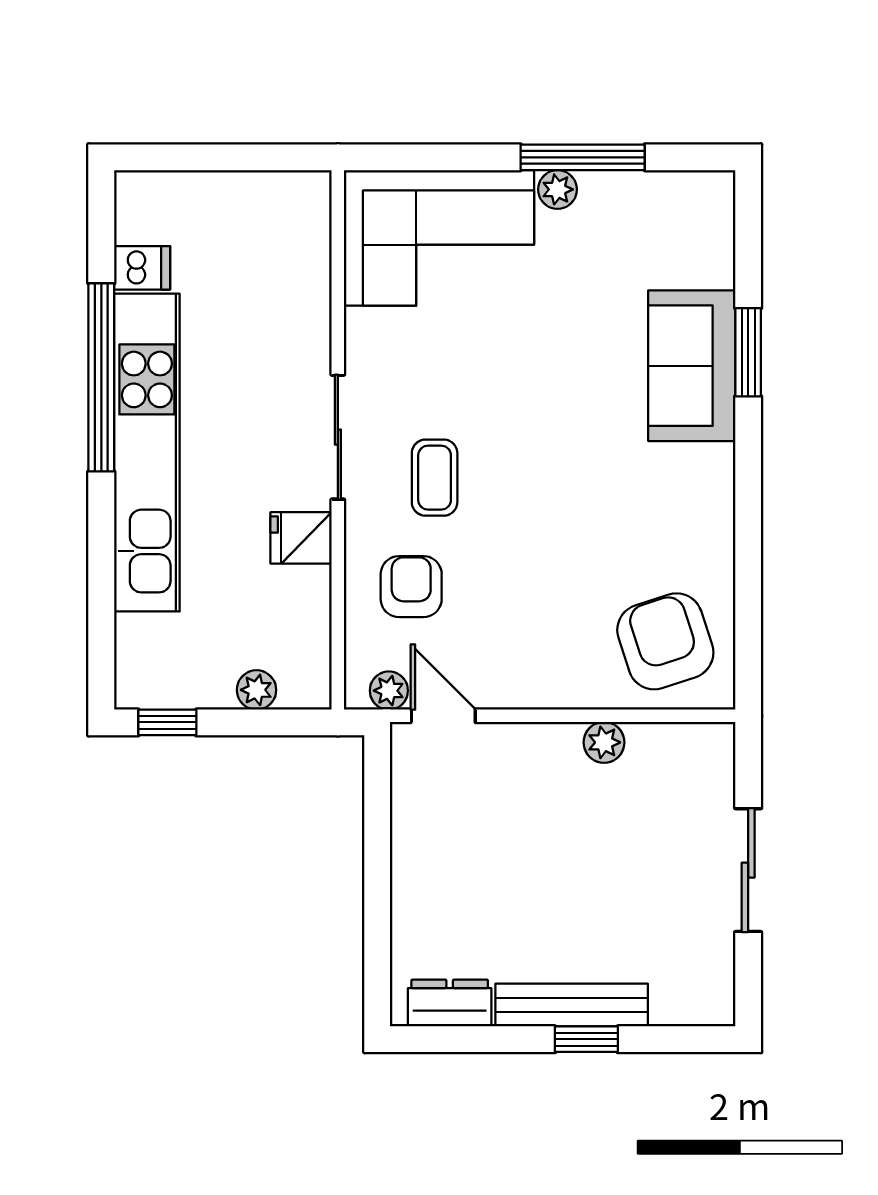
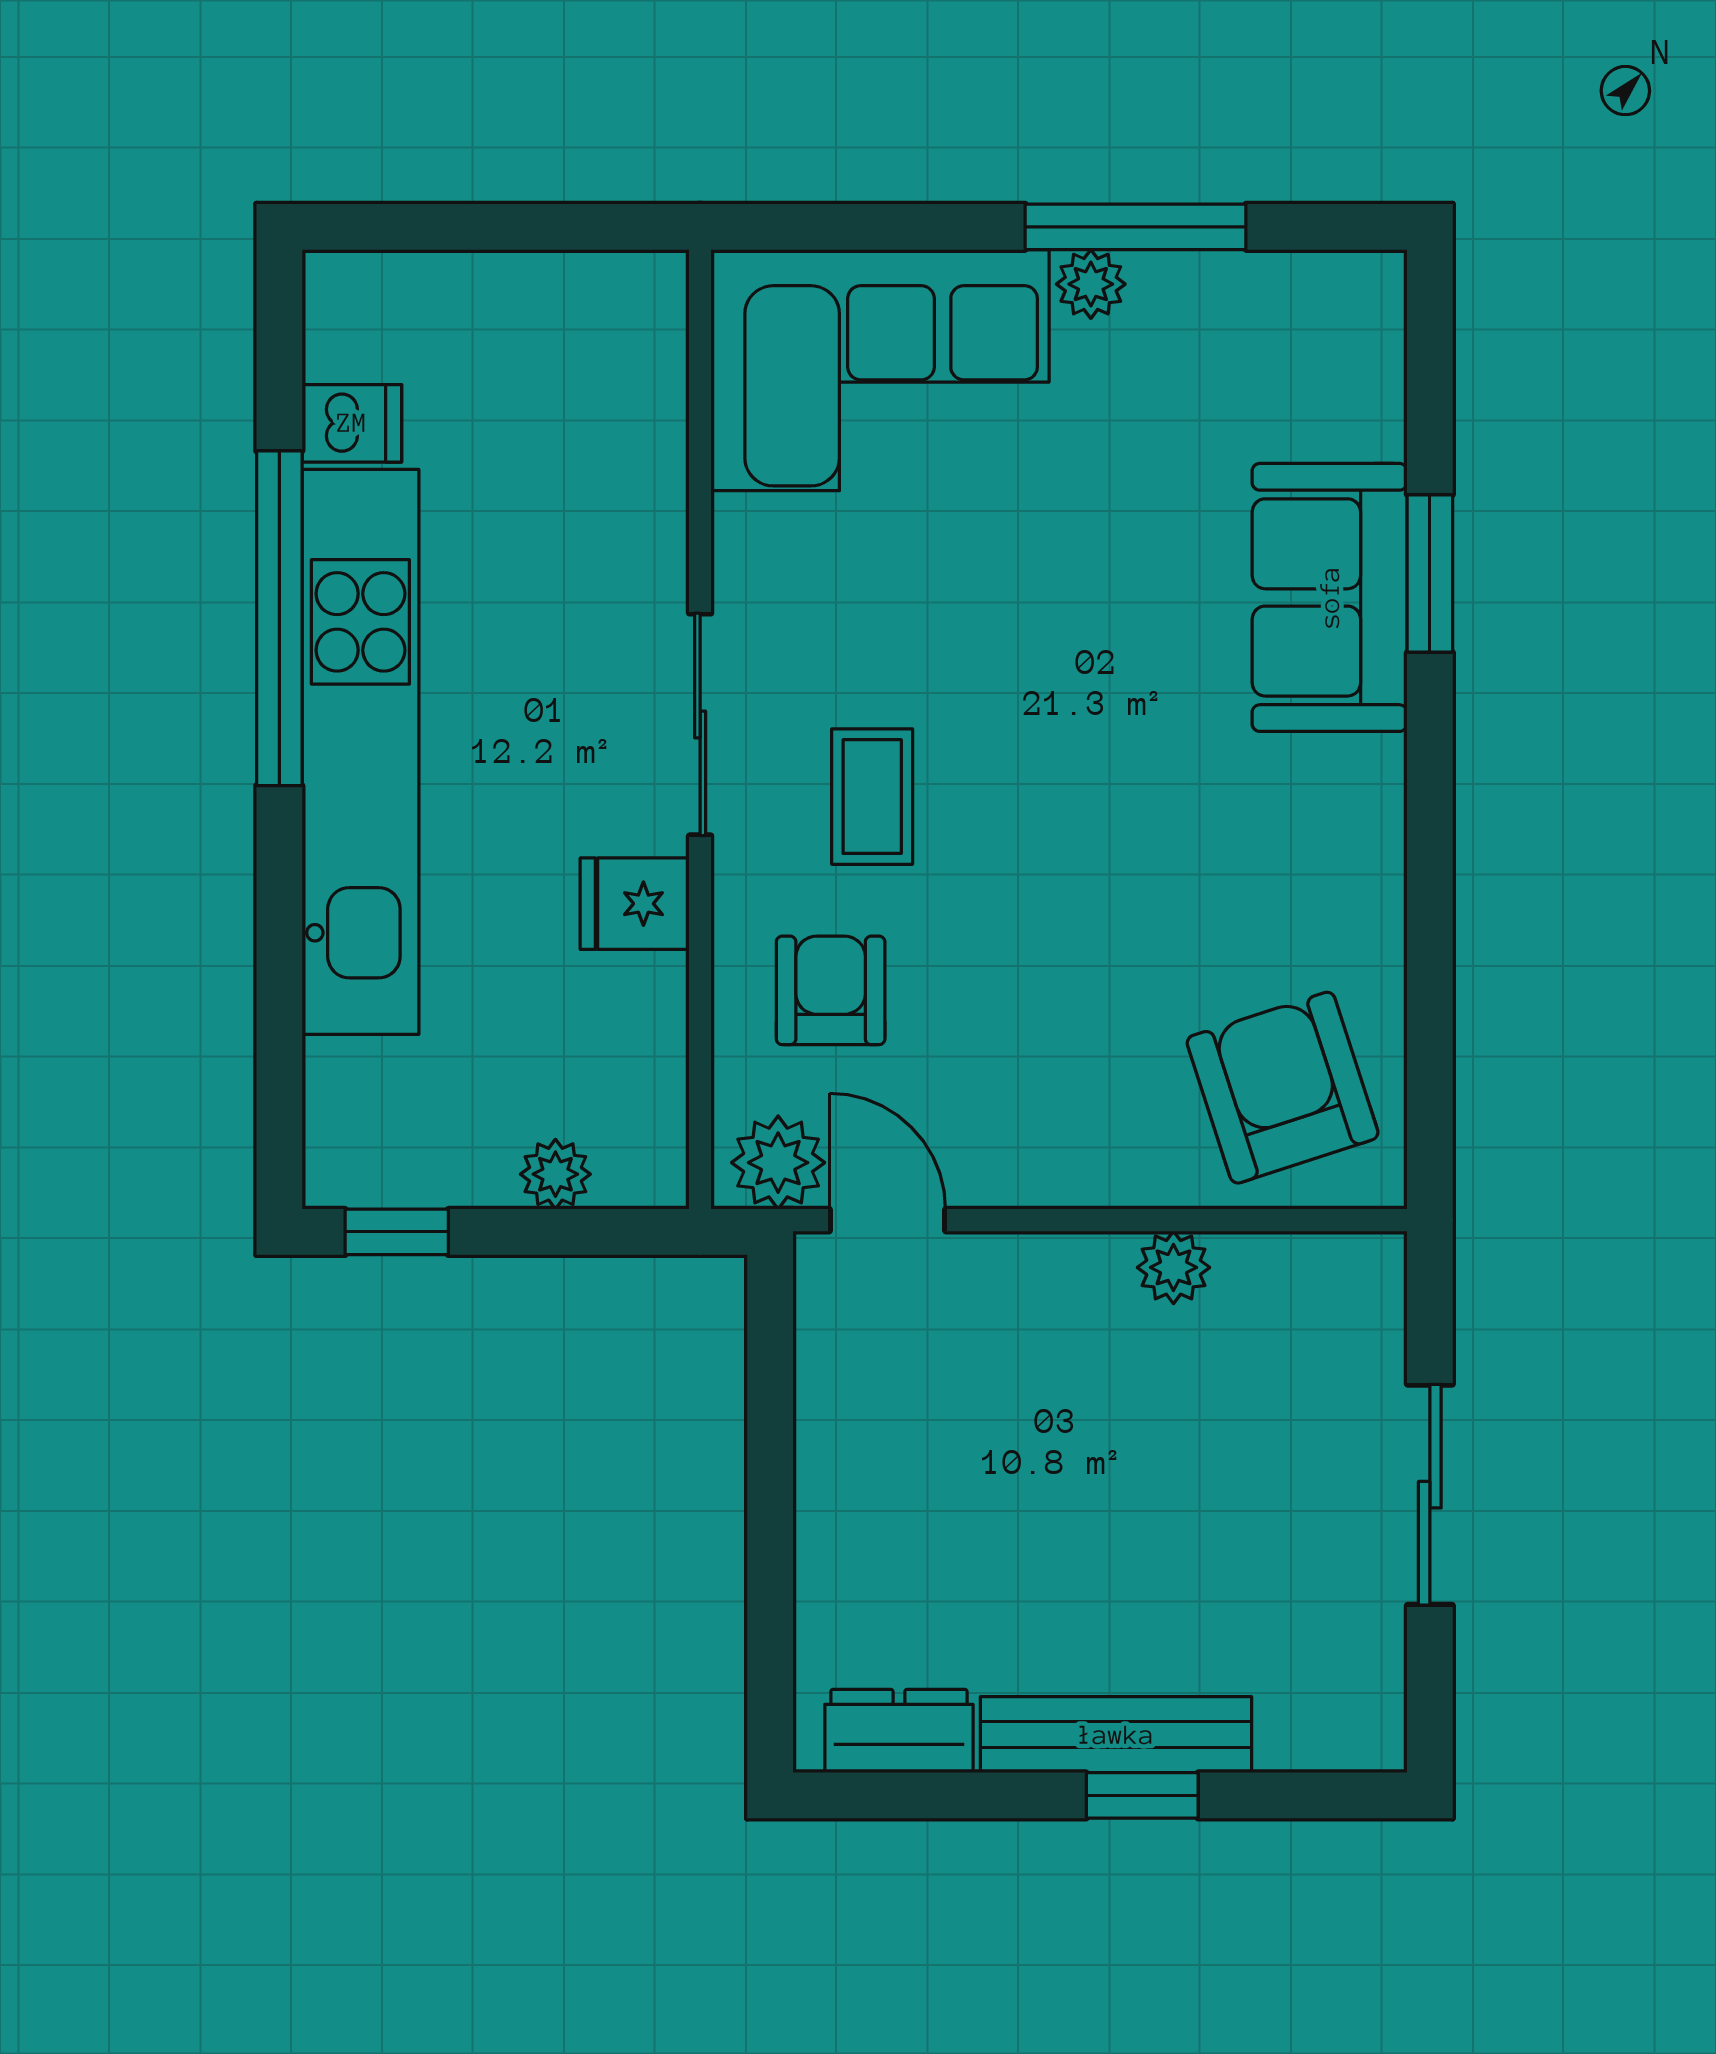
plant: (389, 691) -> (778, 1163), width x1.38, depth x1.38

